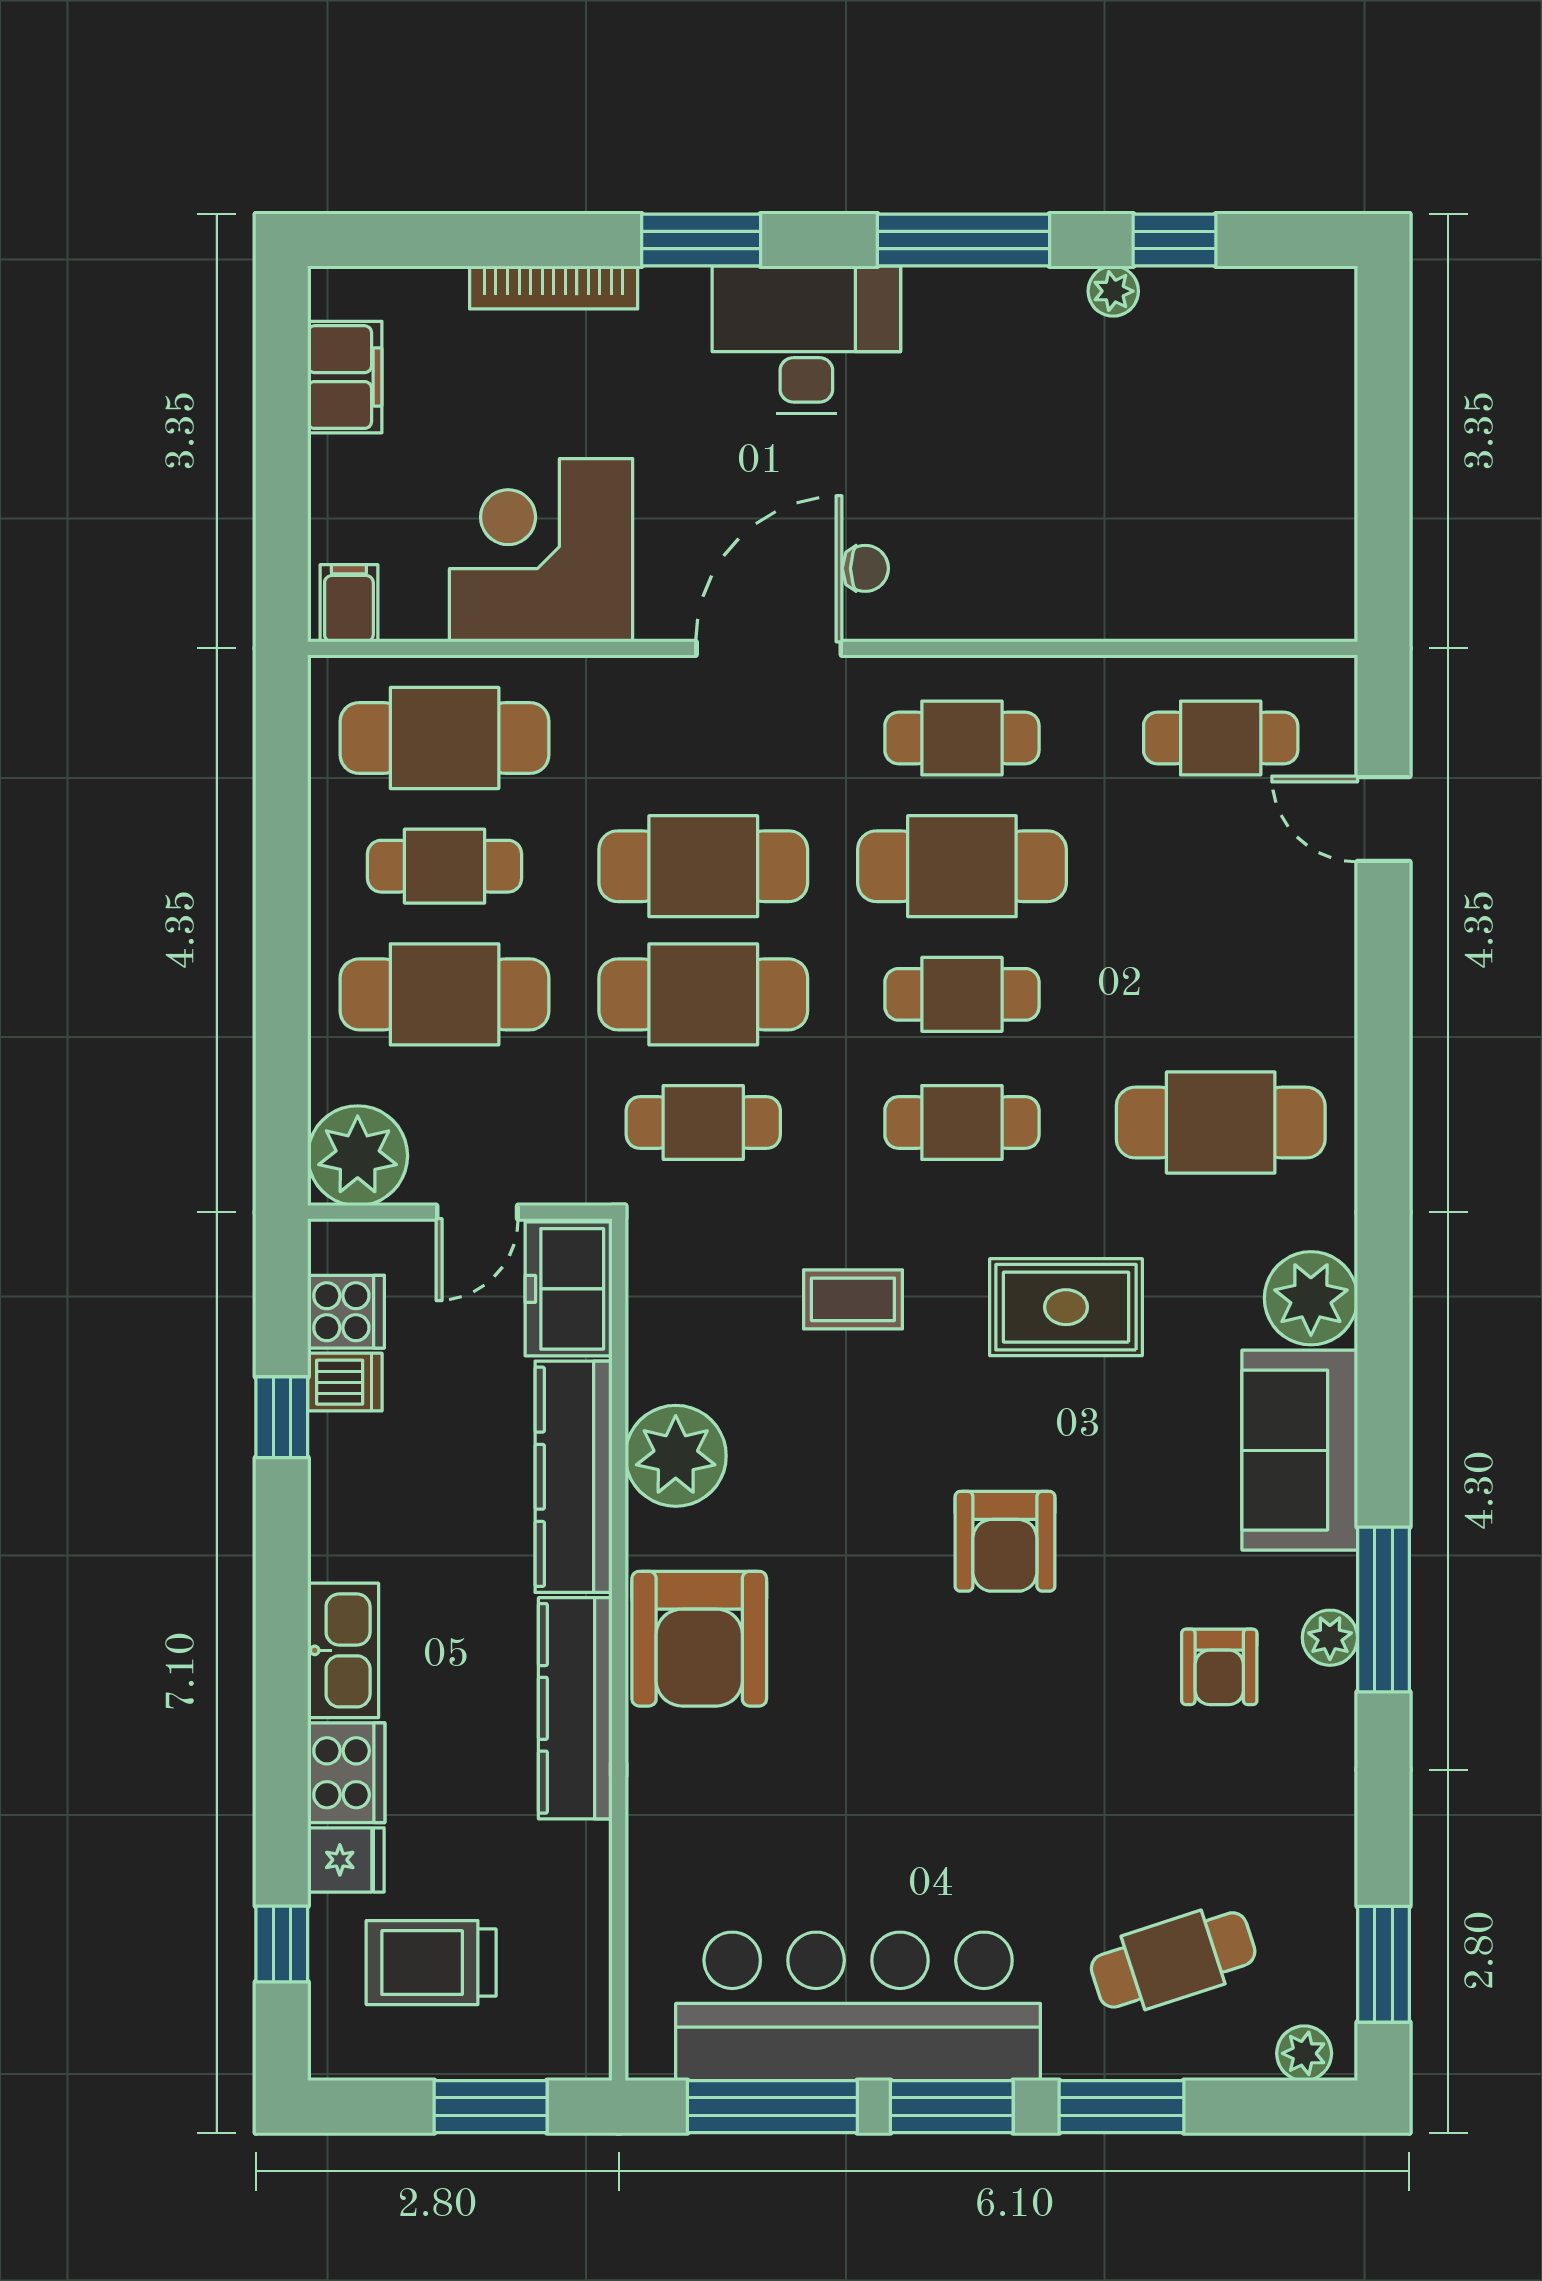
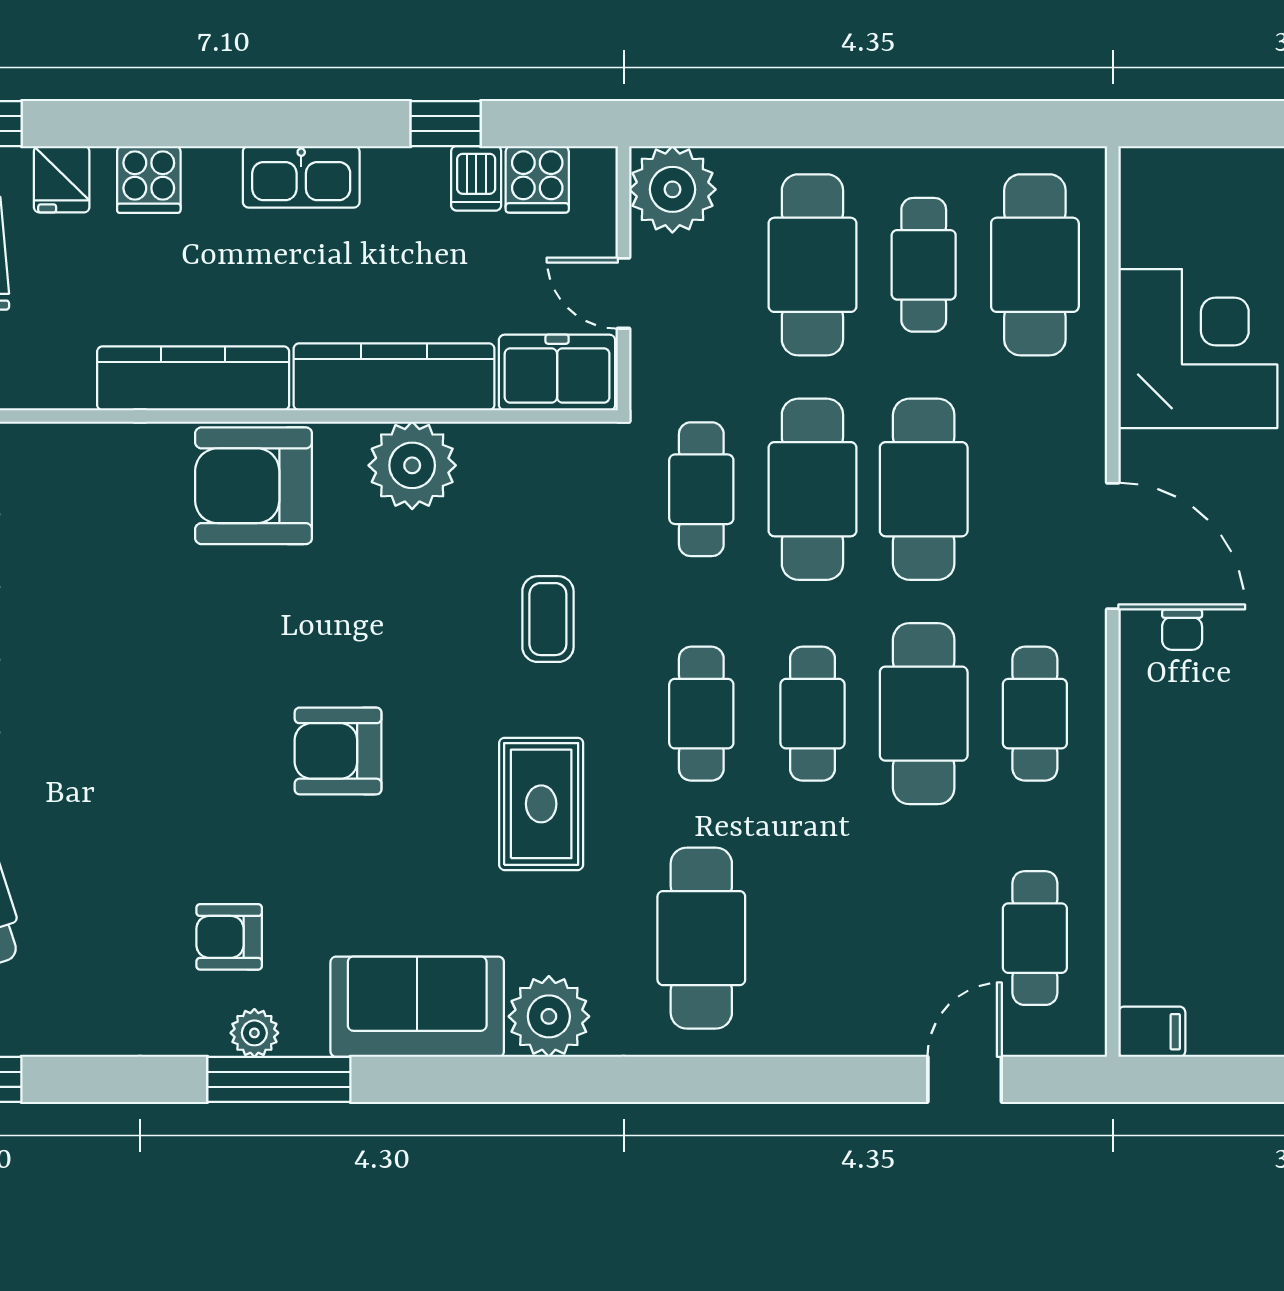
filing cabinet: (349, 603) -> (1152, 1032), moved
kitchen sink: (343, 1650) -> (301, 177), moved
cooker: (346, 1773) -> (149, 179), width x0.73

